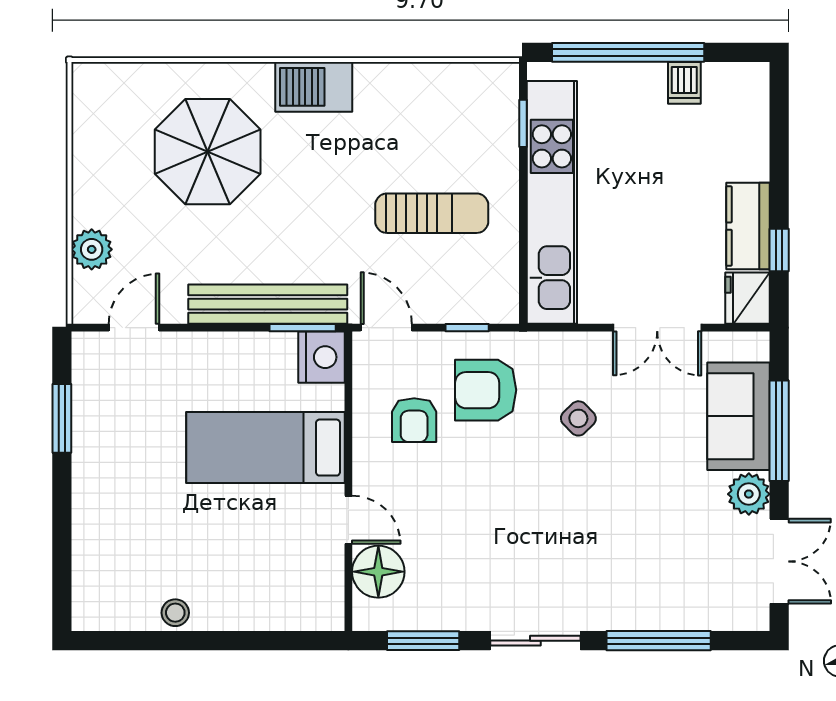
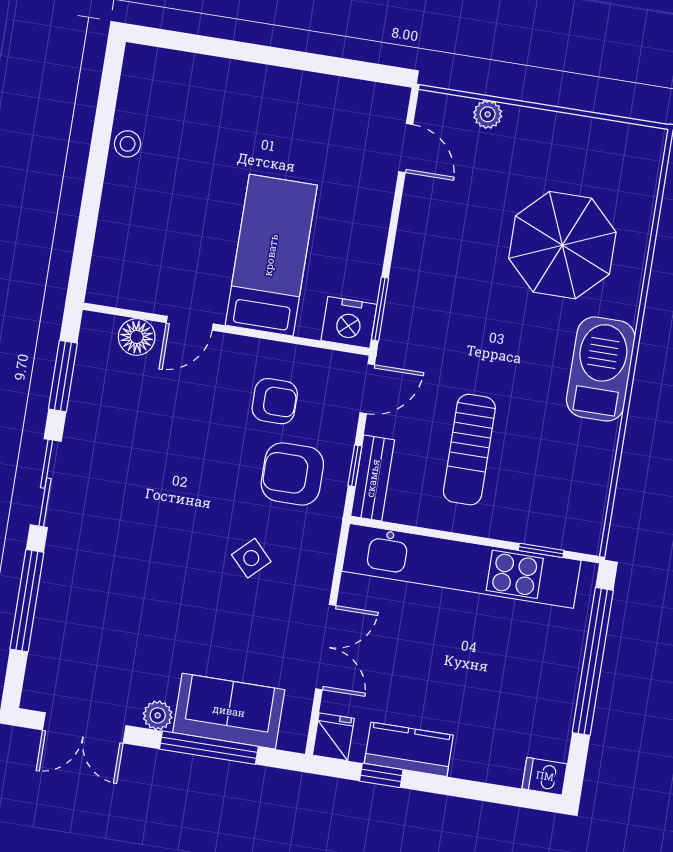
dishwasher: (684, 83) -> (545, 776), moved
barbecue: (314, 87) -> (601, 369), width x1.37, depth x1.21
plant: (92, 249) -> (488, 114), width x0.73, depth x0.73
fridge: (748, 298) -> (333, 737), width x0.72
bench: (268, 304) -> (373, 478), moved, width x0.54, depth x0.82
double door: (657, 328) -> (326, 647), swing flipped
armchair: (486, 390) -> (292, 474), turned -90
window: (62, 418) -> (330, 65), removed
armchair: (414, 420) -> (275, 401), turned 180
plant: (749, 494) -> (158, 715), width x0.73, depth x0.73
floor lamp: (378, 572) -> (137, 337), width x0.73, depth x0.73

